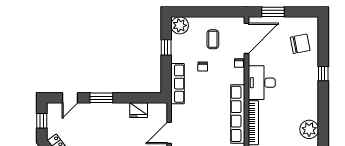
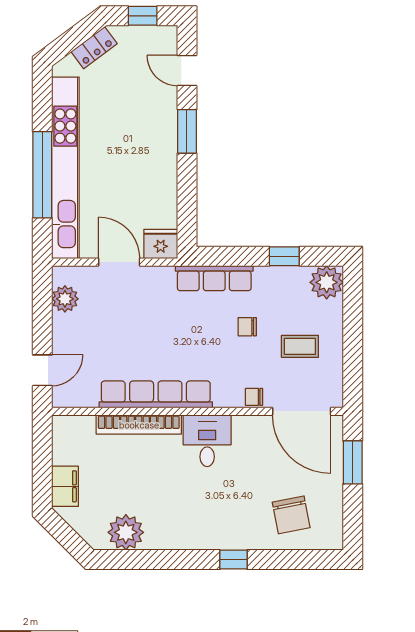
desk: (262, 83) -> (207, 441), width x0.73
fridge: (139, 110) -> (161, 244), moved, turned 90

